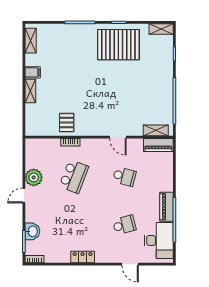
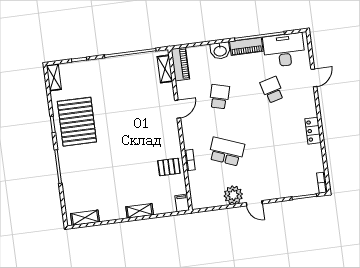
filing cabinet: (33, 72) -> (182, 203), moved
washbasin: (32, 231) -> (220, 51), moved, turned 180

